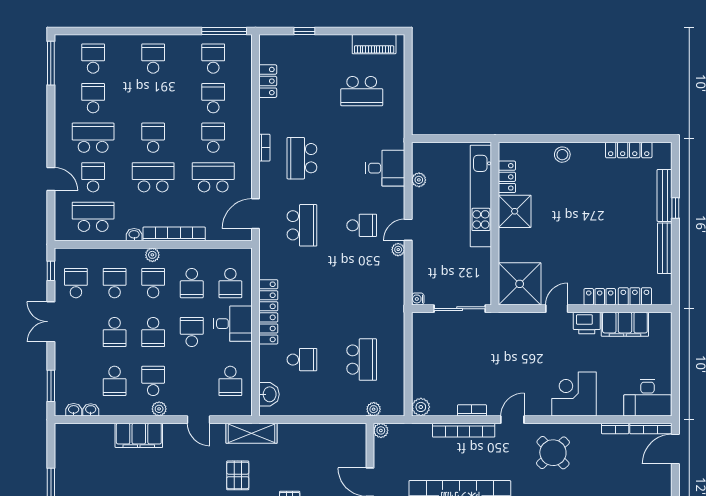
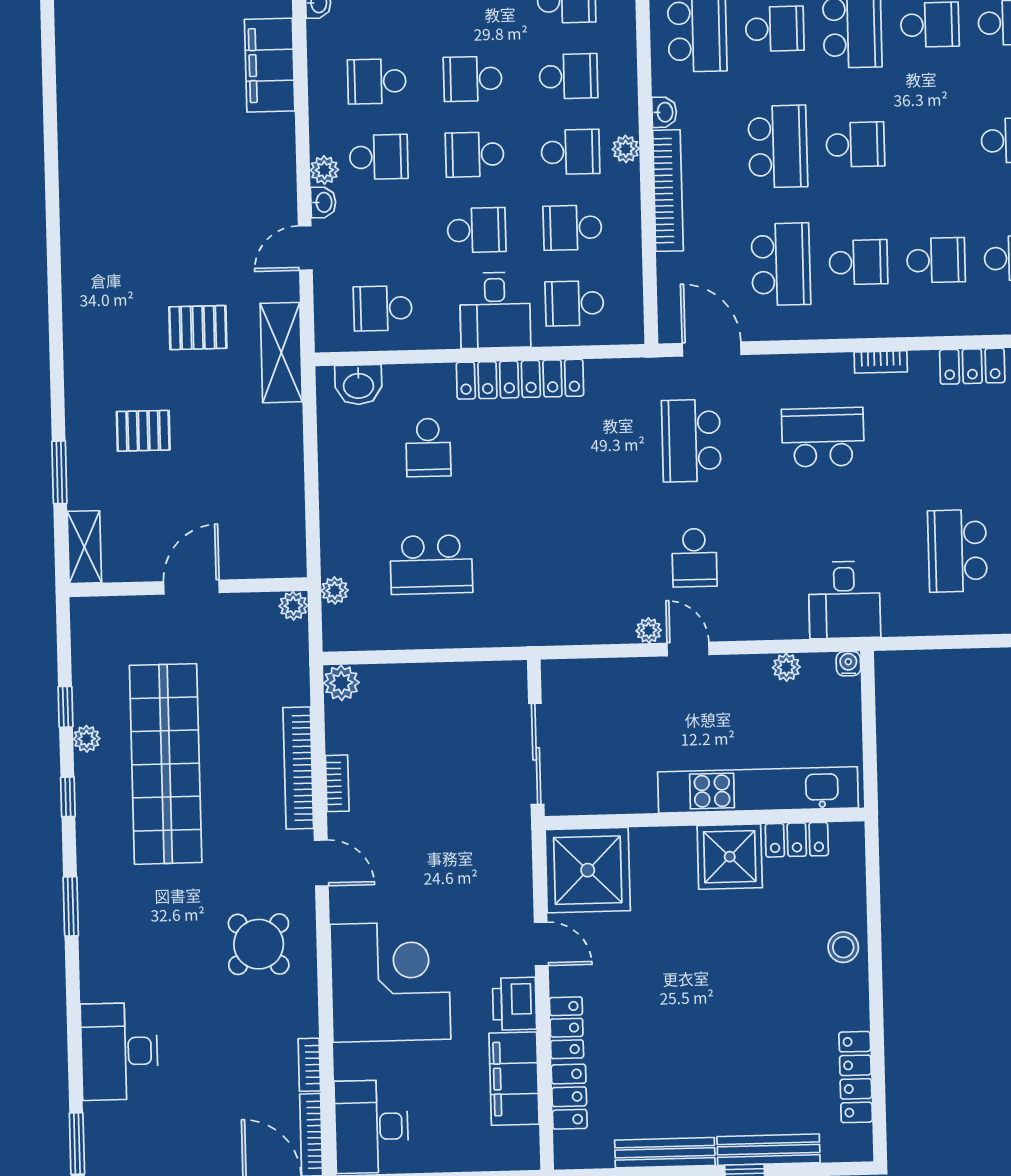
bookcase: (264, 148) -> (881, 362), moved
desk: (385, 168) -> (844, 600), moved
school desk: (302, 225) -> (691, 441), turned 90
water cooler: (418, 299) -> (848, 664), moved
corner desk: (574, 394) -> (390, 982), width x1.36, depth x1.36
washbasin: (91, 410) -> (323, 202), moved
filing cabinet: (139, 435) -> (270, 65), moved

